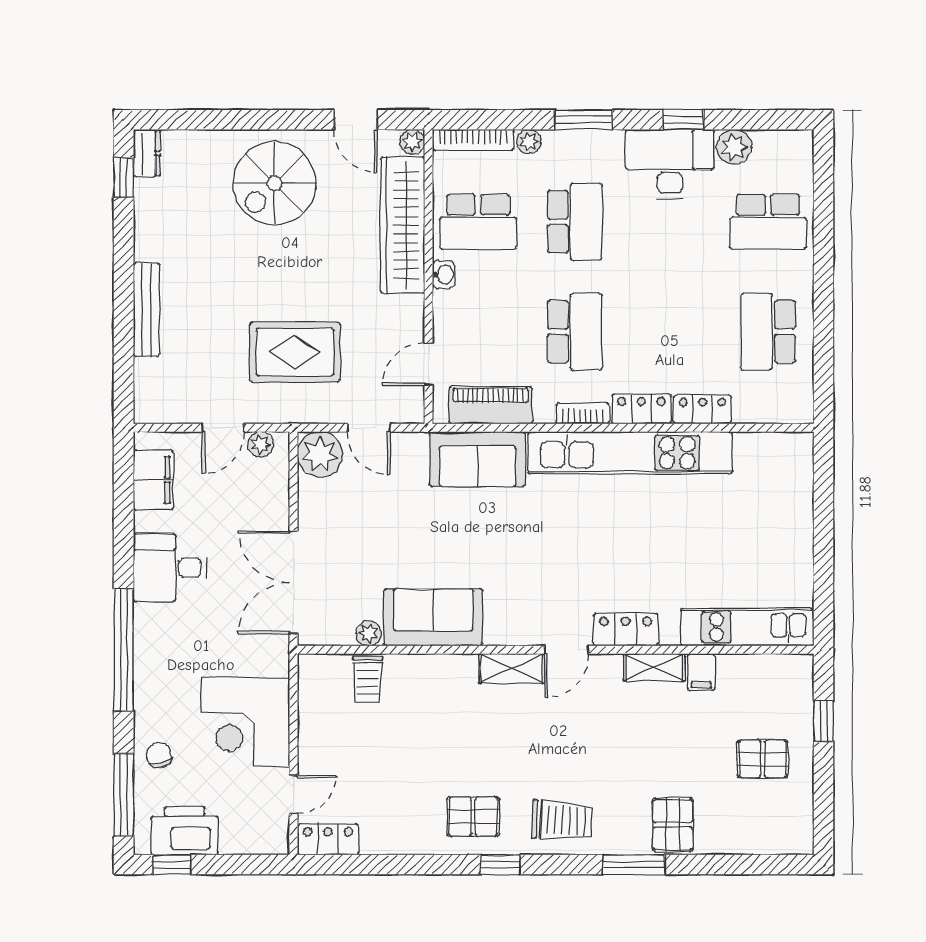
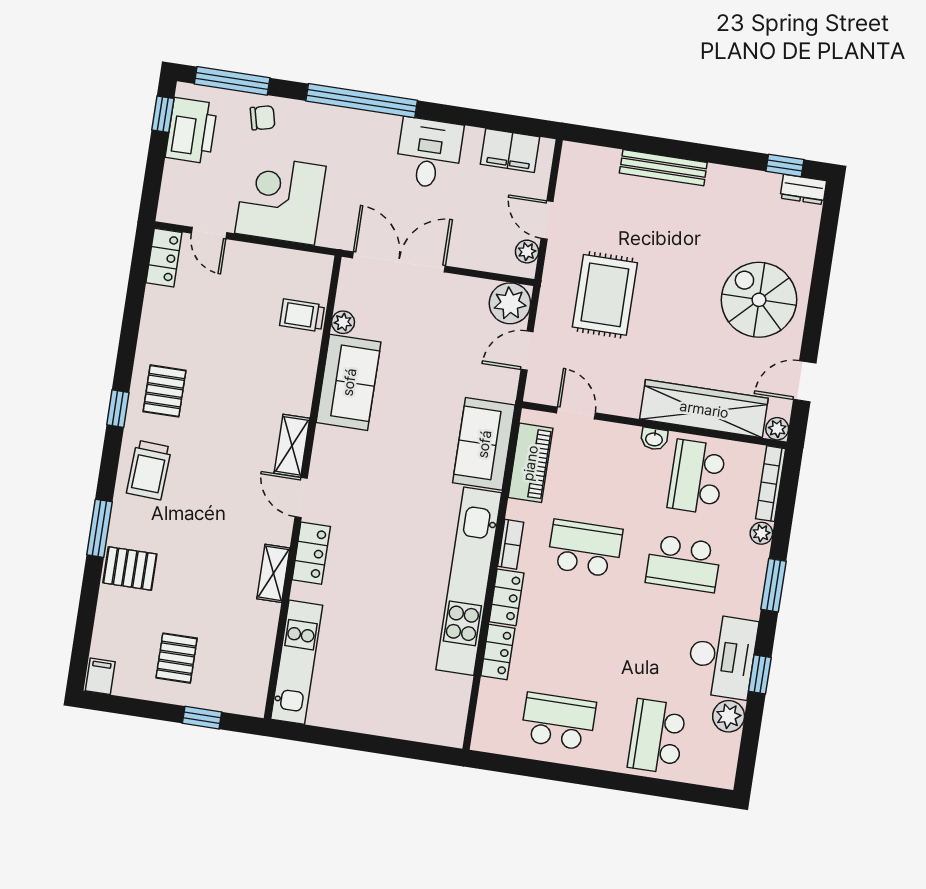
school desk: (575, 332) -> (585, 548), turned 180
filing cabinet: (701, 672) -> (100, 676), moved, turned 90

